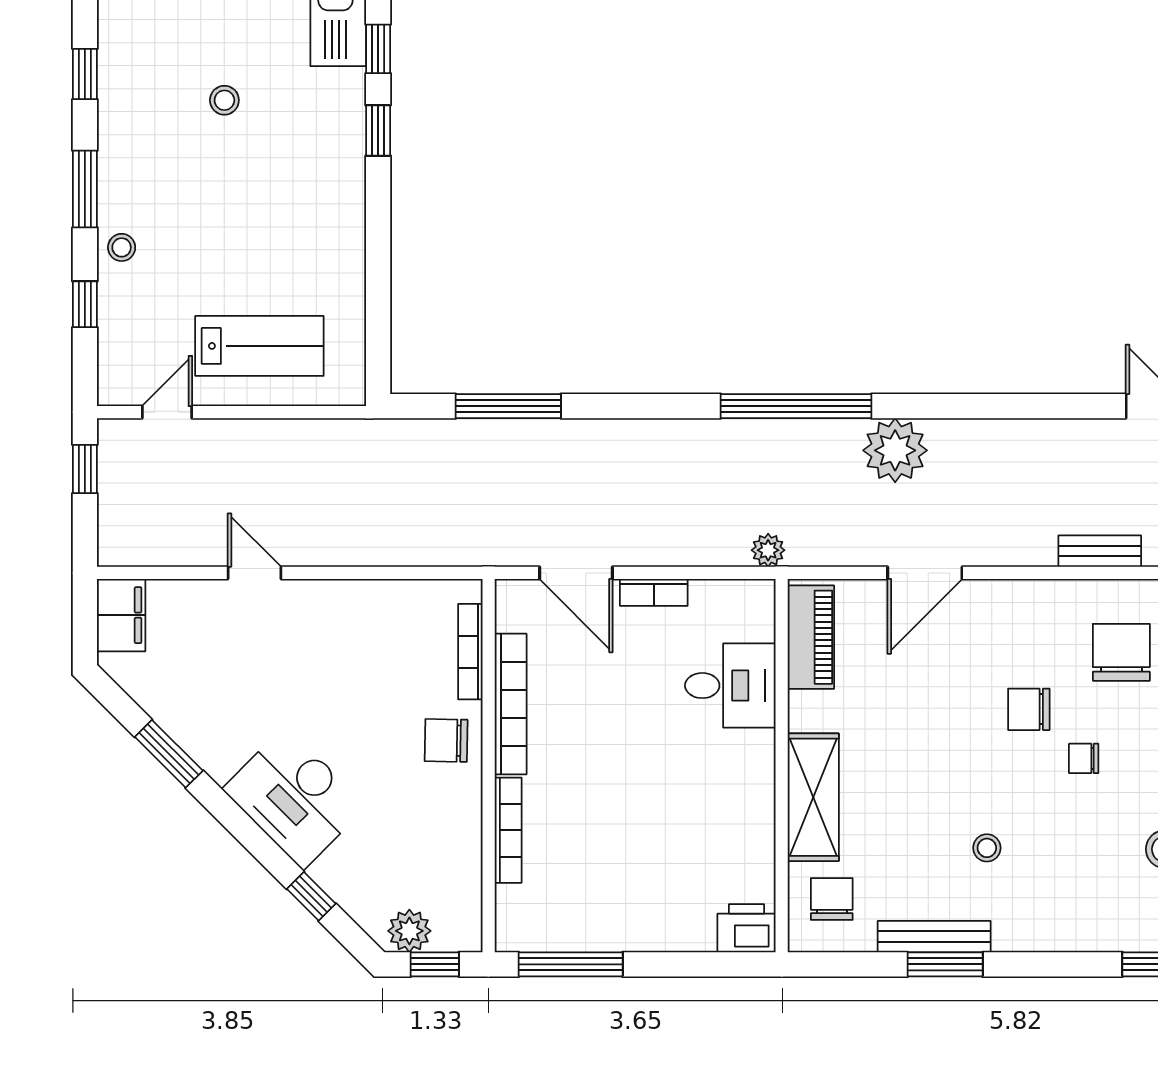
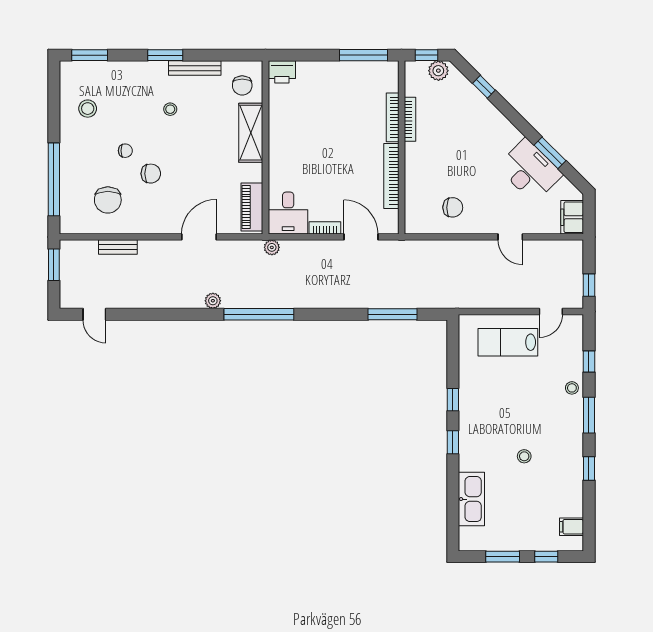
window: (378, 49) -> (453, 400), moved
plant: (895, 450) -> (213, 301), width x0.53, depth x0.53
bookcase: (470, 652) -> (410, 119), moved
desk: (730, 686) -> (288, 213), moved, turned -90
chair: (446, 740) -> (453, 207), moved
desk: (294, 798) -> (530, 170), moved
window: (945, 964) -> (165, 55), moved

